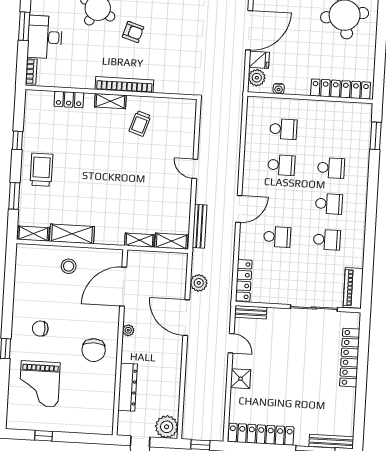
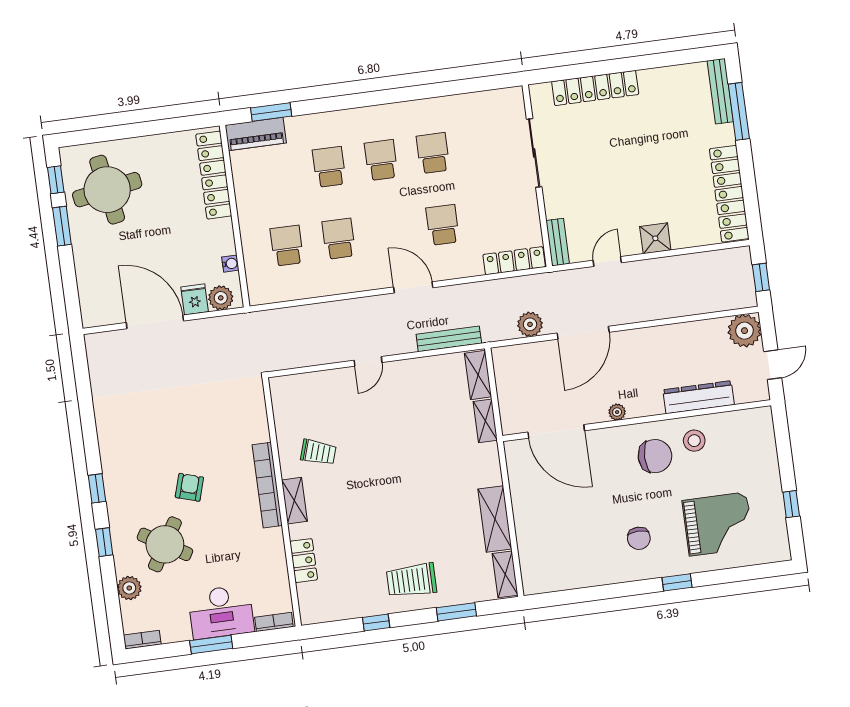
stool: (69, 266) -> (694, 441), moved
piano: (353, 288) -> (256, 134), moved

